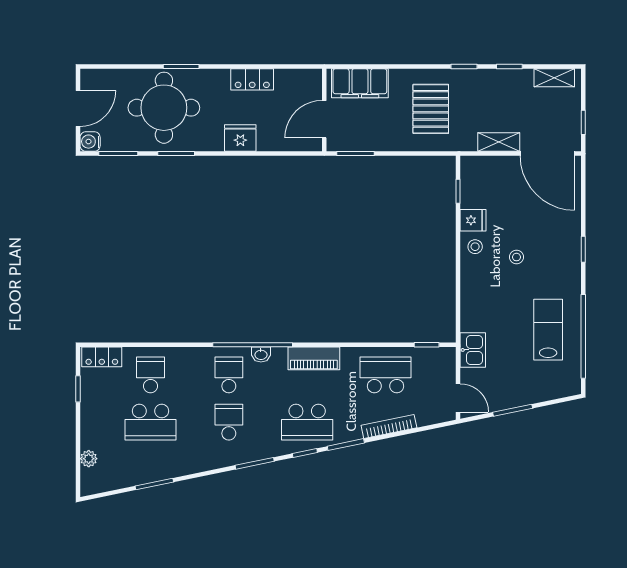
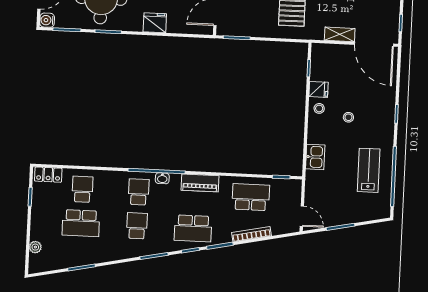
kitchen sink: (473, 350) -> (315, 157), moved

